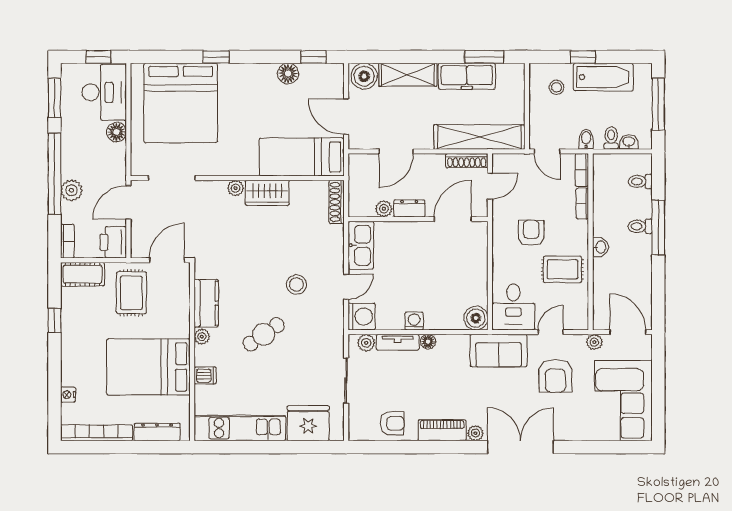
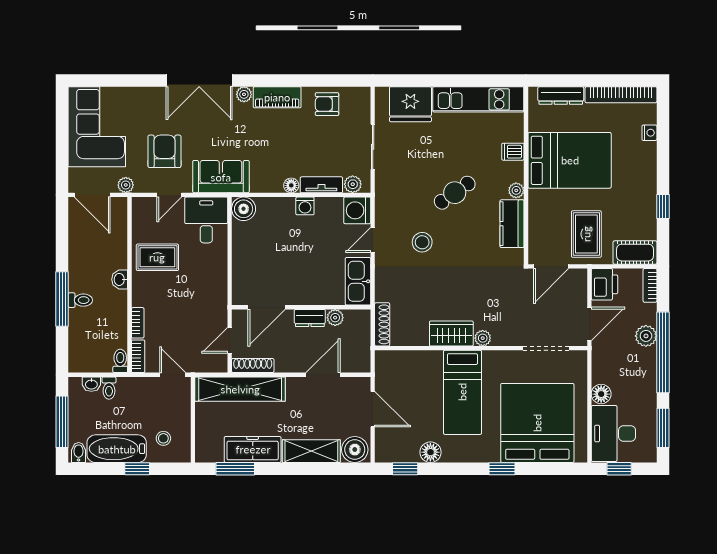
bidet: (586, 139) -> (79, 452), moved, turned 180
bed: (302, 157) -> (462, 392), moved, turned 90
toilet: (640, 181) -> (120, 361), moved, turned -90
armchair: (531, 233) -> (189, 294), removed

